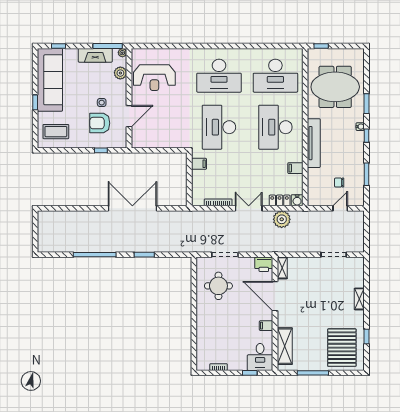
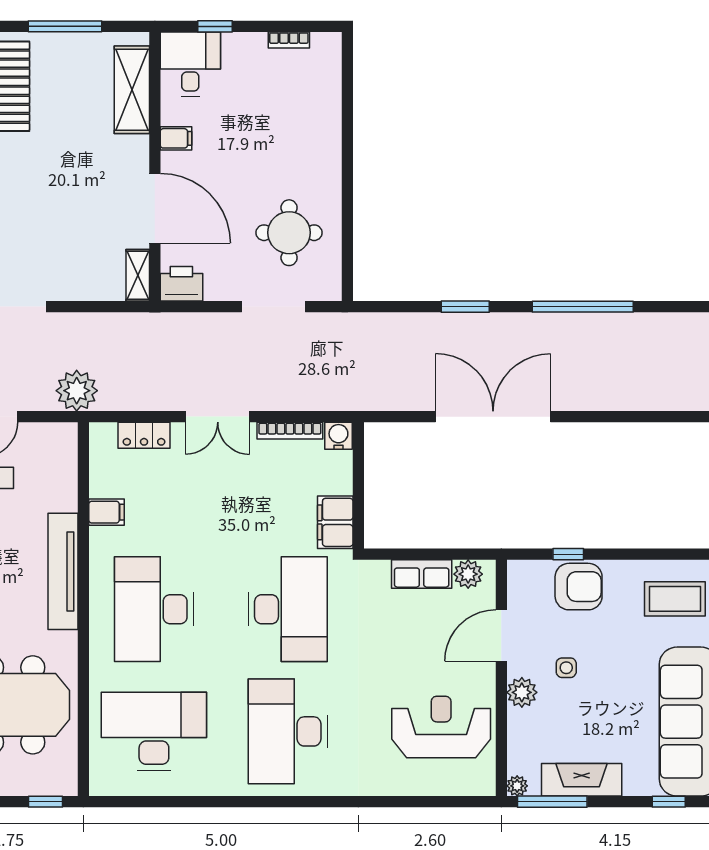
plant: (120, 73) -> (522, 692), moved
desk: (219, 76) -> (288, 731), turned -90
armchair: (100, 123) -> (579, 587), moved
desk: (275, 127) -> (154, 609), turned 180
plant: (143, 142) -> (468, 574), added
row of seats: (163, 142) -> (422, 574), added
filing cabinet: (199, 164) -> (335, 522), width x2.00
water cooler: (297, 200) -> (338, 436), moved
double door: (132, 208) -> (493, 417), swing flipped
plant: (282, 219) -> (77, 391), moved

